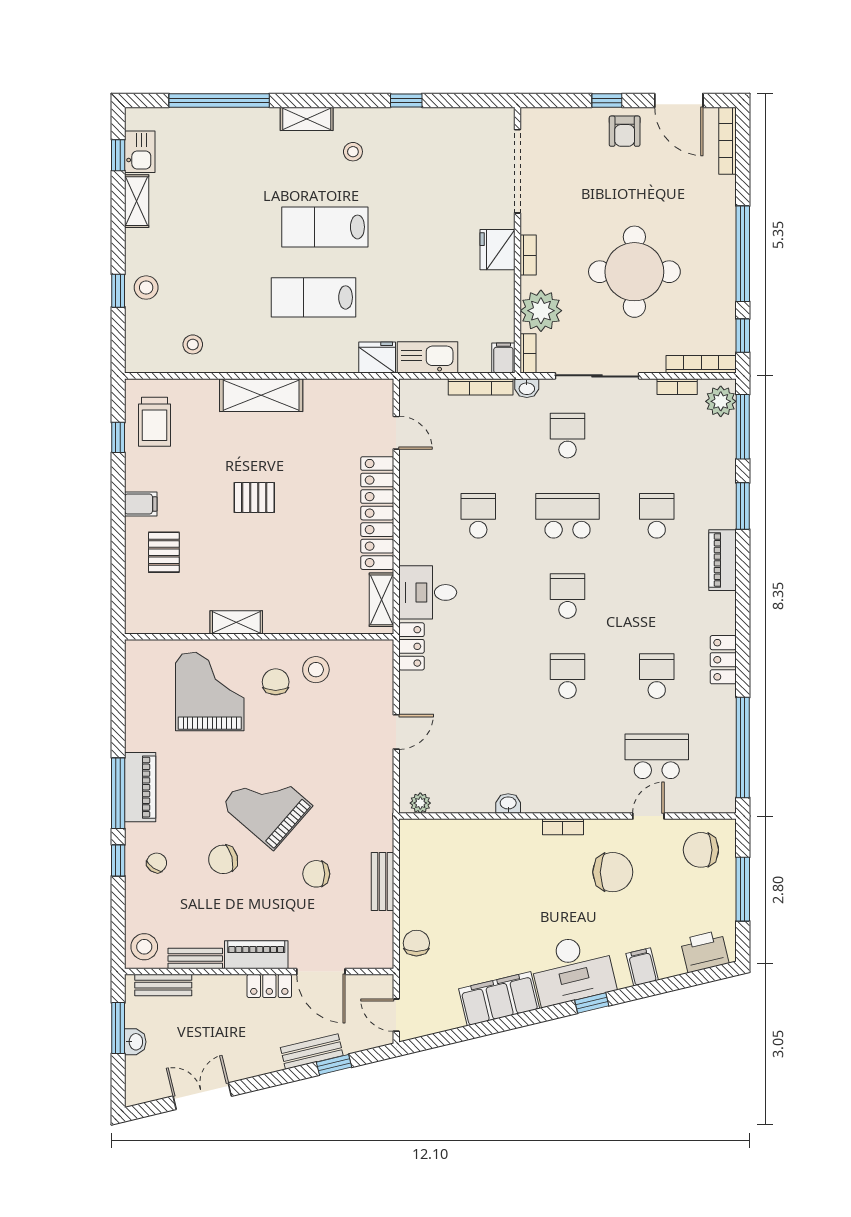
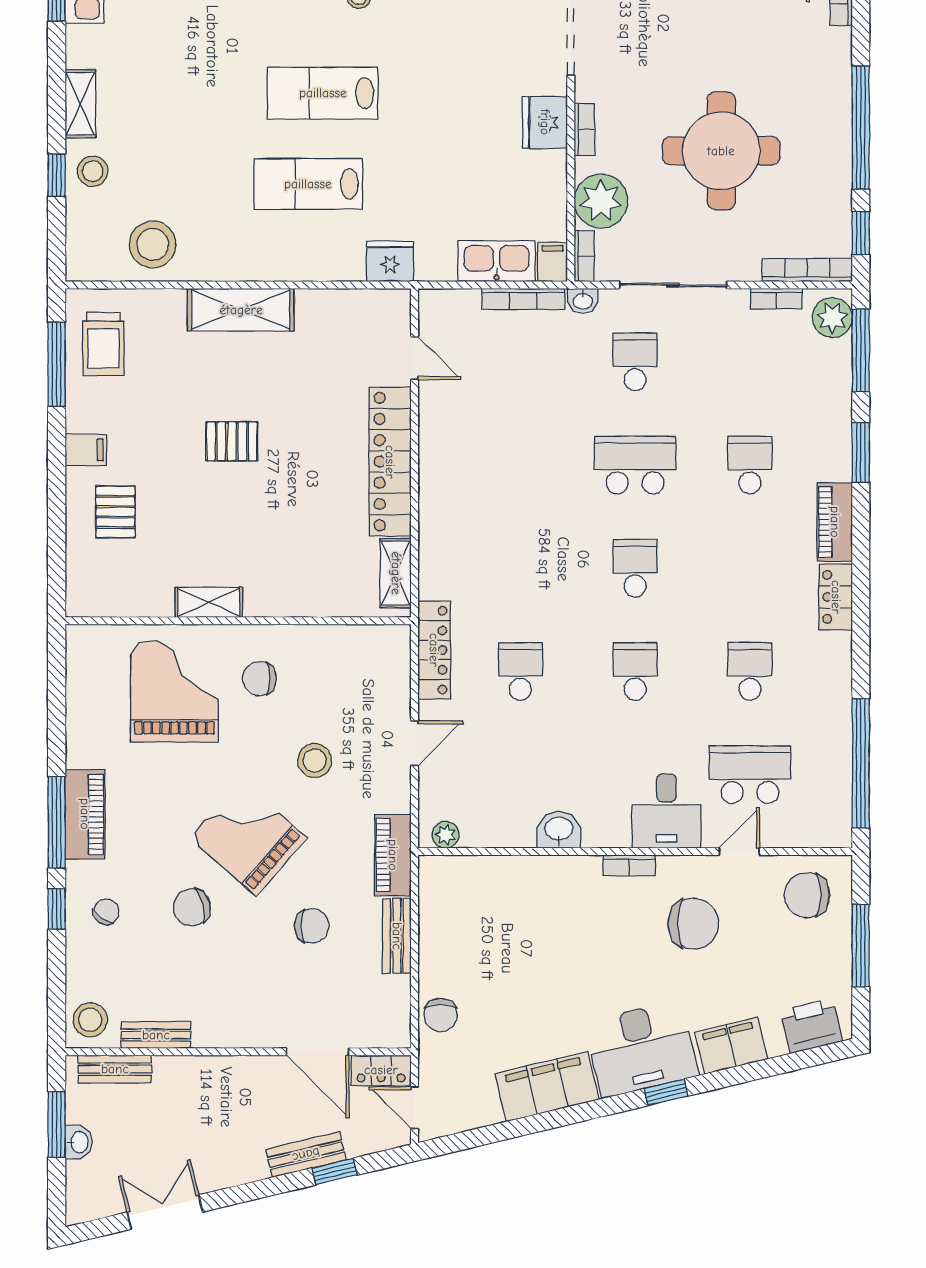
shelving: (137, 201) -> (80, 104), moved
stool: (193, 344) -> (153, 244), width x1.89, depth x1.89
kitchen sink: (428, 357) -> (496, 261), moved
window: (118, 437) -> (57, 364), width x2.17
school desk: (478, 516) -> (520, 671), moved
desk: (428, 592) -> (666, 811), moved, turned -90
locker: (411, 646) -> (434, 650), width x1.53
locker: (723, 660) -> (836, 597), moved
stool: (316, 670) -> (315, 761), moved
chair: (276, 682) -> (259, 679), turned -90
washbasin: (508, 804) -> (559, 830), width x1.38, depth x1.45
chair: (316, 874) -> (312, 926), turned 180
chair: (416, 943) -> (441, 1015), turned 180
piano: (256, 955) -> (393, 855), moved, turned -90
filing cabinet: (642, 967) -> (731, 1046), width x2.00
locker: (269, 986) -> (381, 1070), moved

